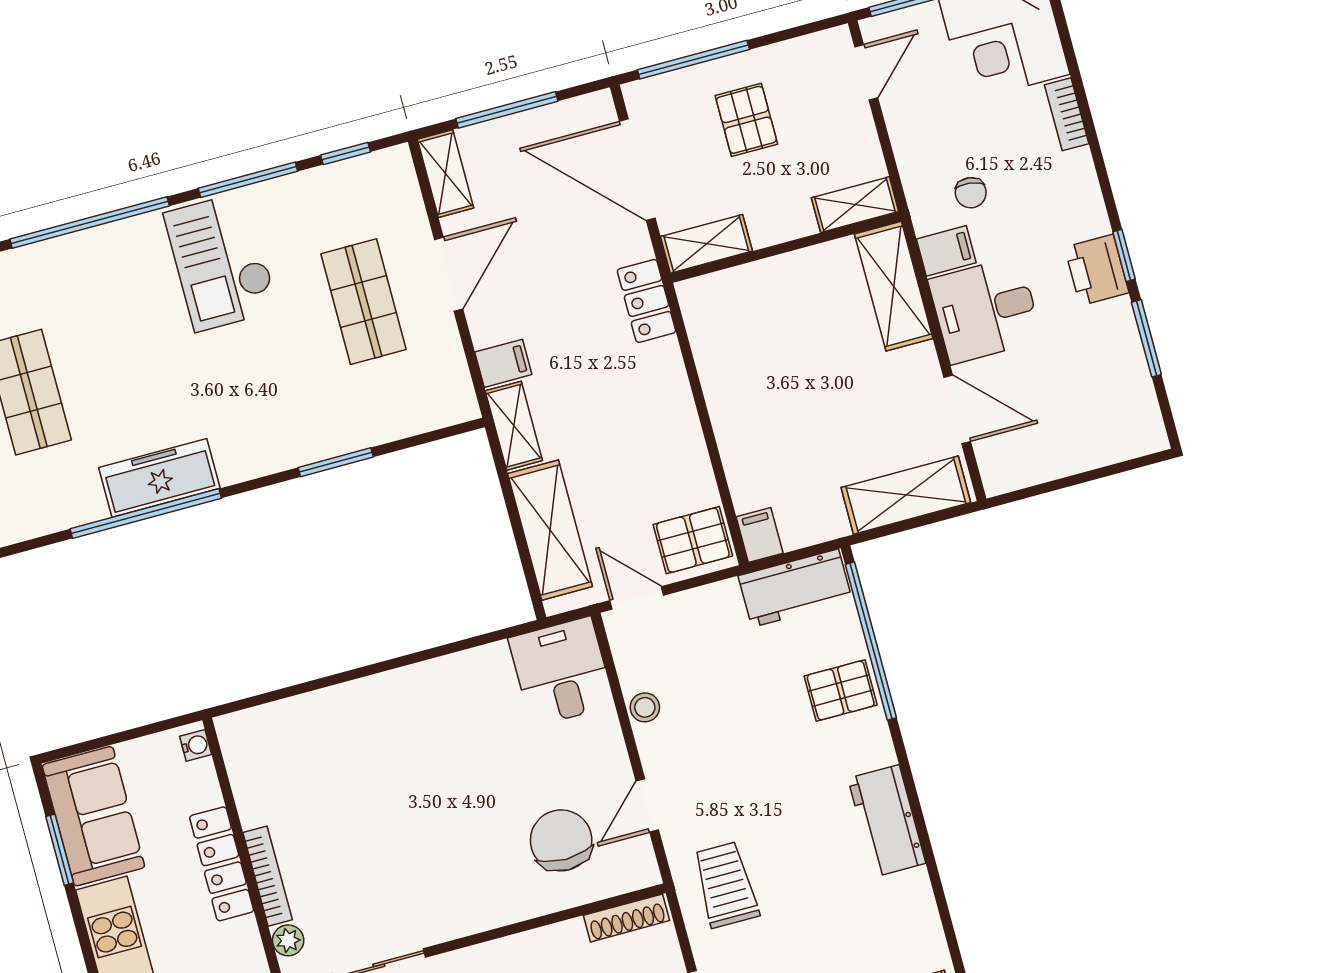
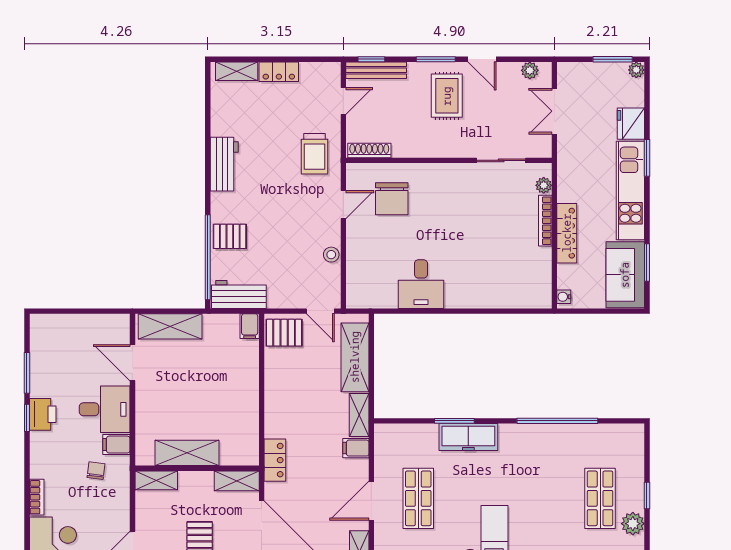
shelving: (894, 286) -> (187, 453), moved, turned 90
freezer: (159, 478) -> (468, 437), moved
desk: (561, 672) -> (421, 284), moved

